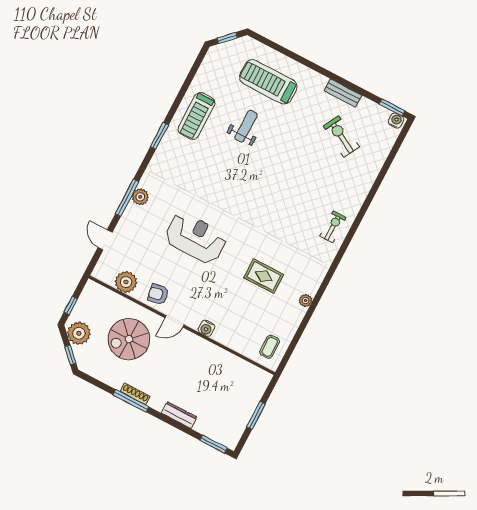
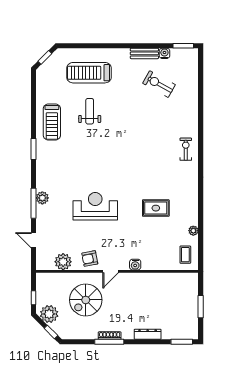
water cooler: (396, 121) -> (164, 53), moved
plant: (305, 300) -> (193, 231), moved

